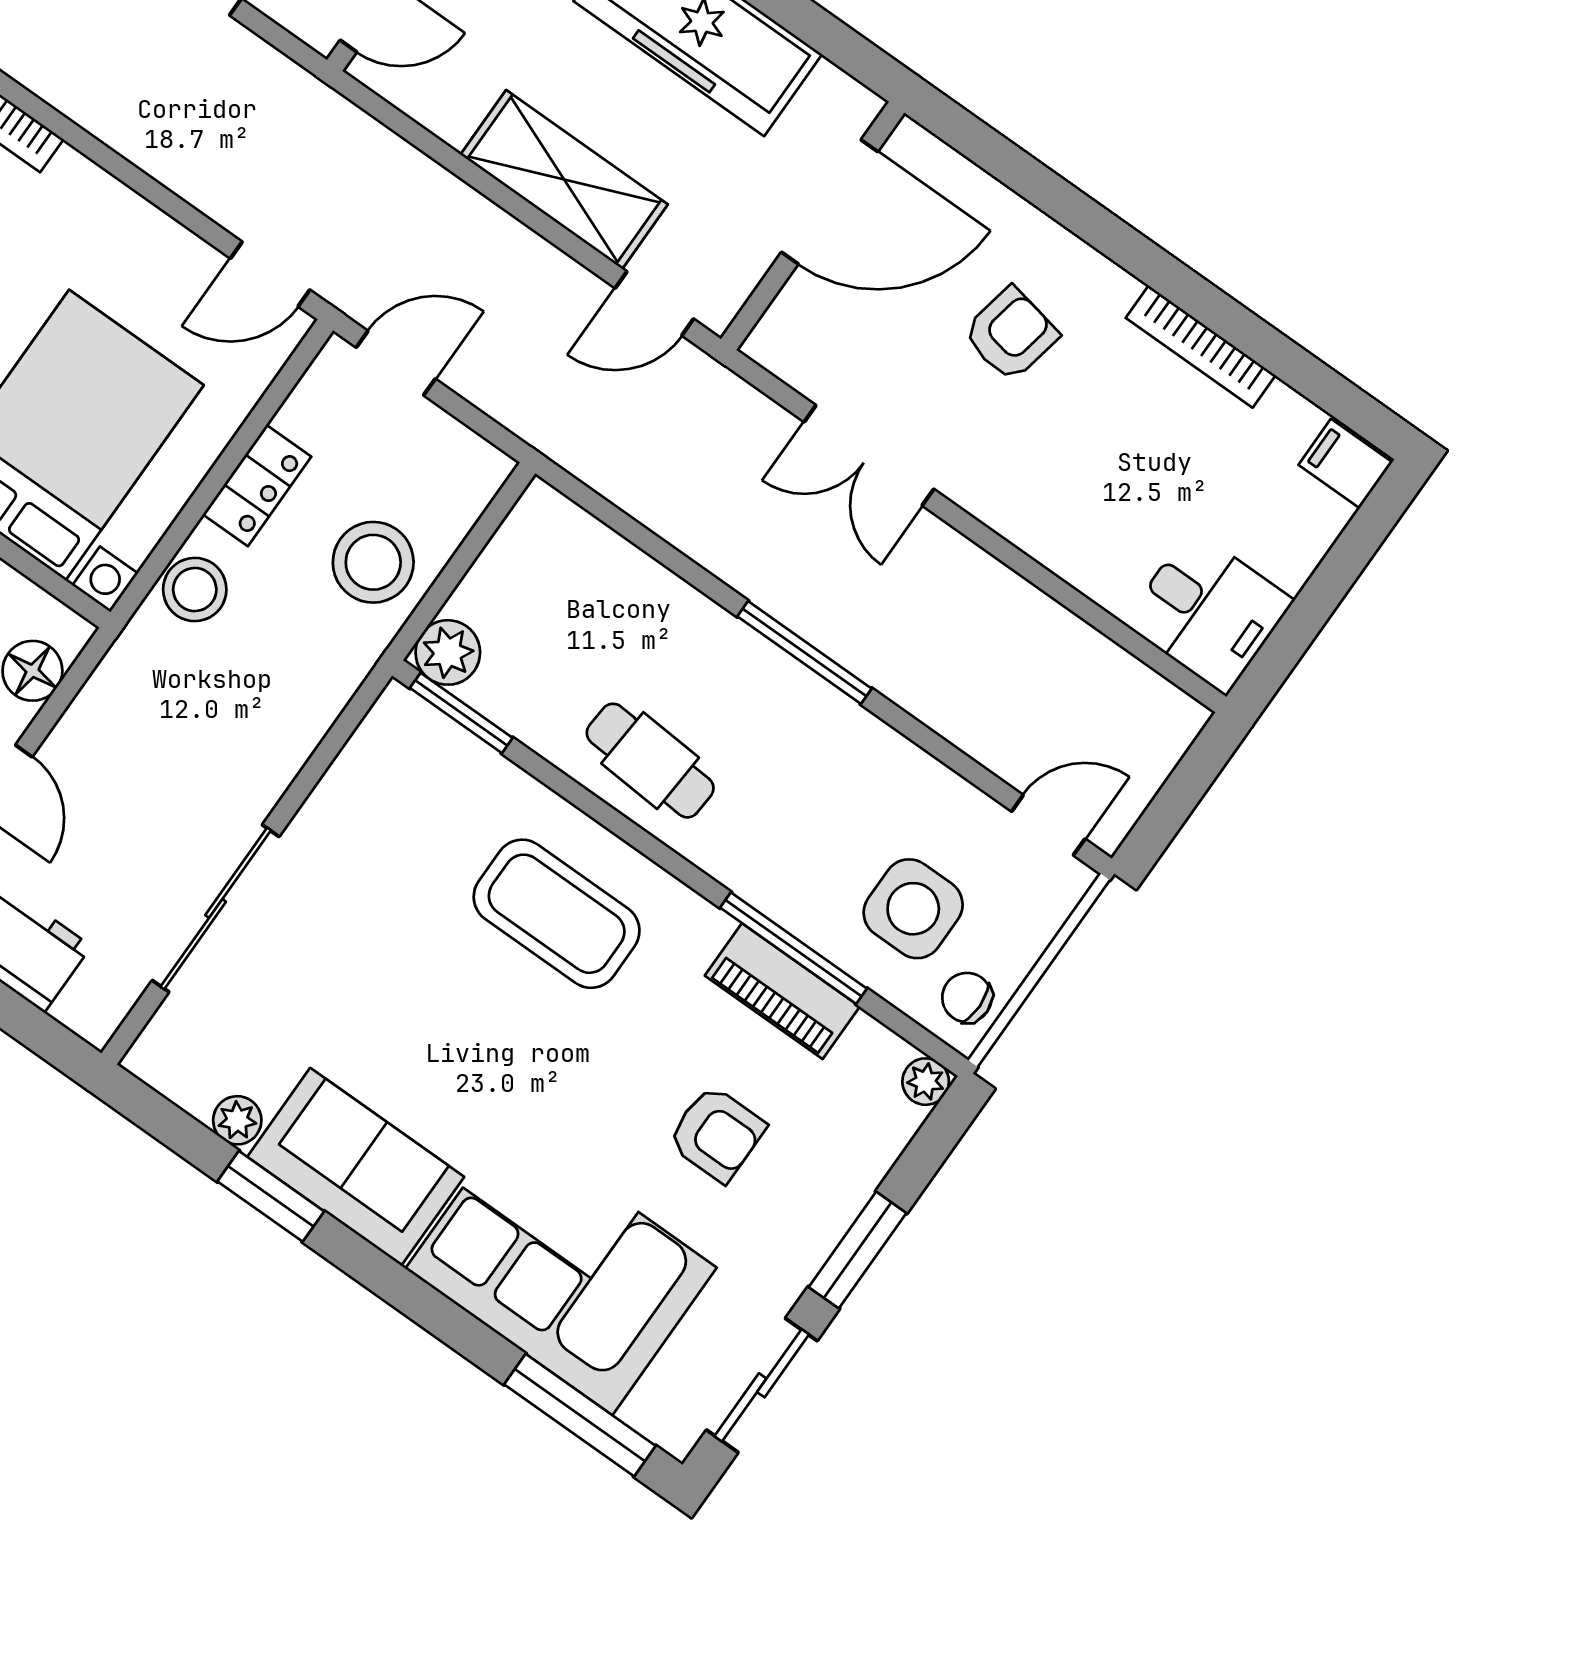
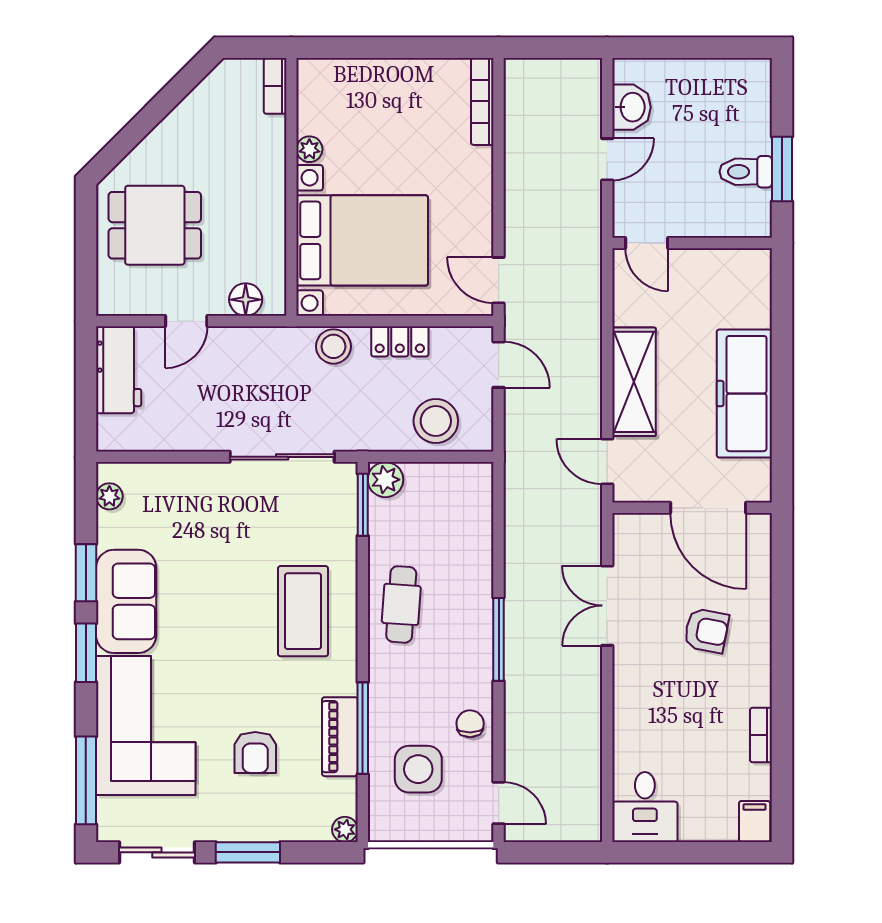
bookcase: (1201, 347) -> (761, 735), width x0.64
stool: (373, 562) -> (436, 421), moved
sliding door: (216, 908) -> (282, 457), moved
chair: (967, 998) -> (470, 724), moved
plant: (237, 1120) -> (109, 496), moved
window: (390, 1281) -> (86, 653), added

